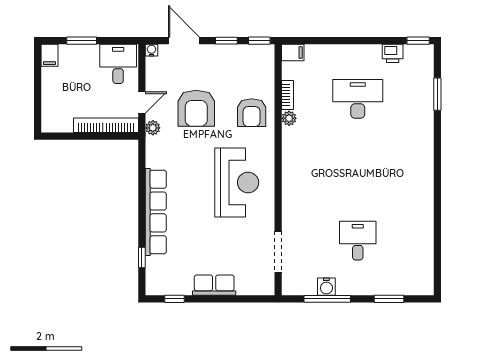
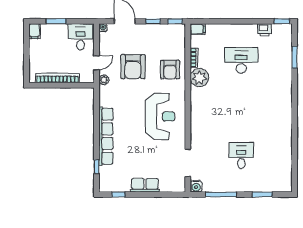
plant: (289, 118) -> (199, 78), width x1.88, depth x1.88
bookcase: (106, 125) -> (57, 78), moved
water cooler: (326, 287) -> (196, 186), moved

